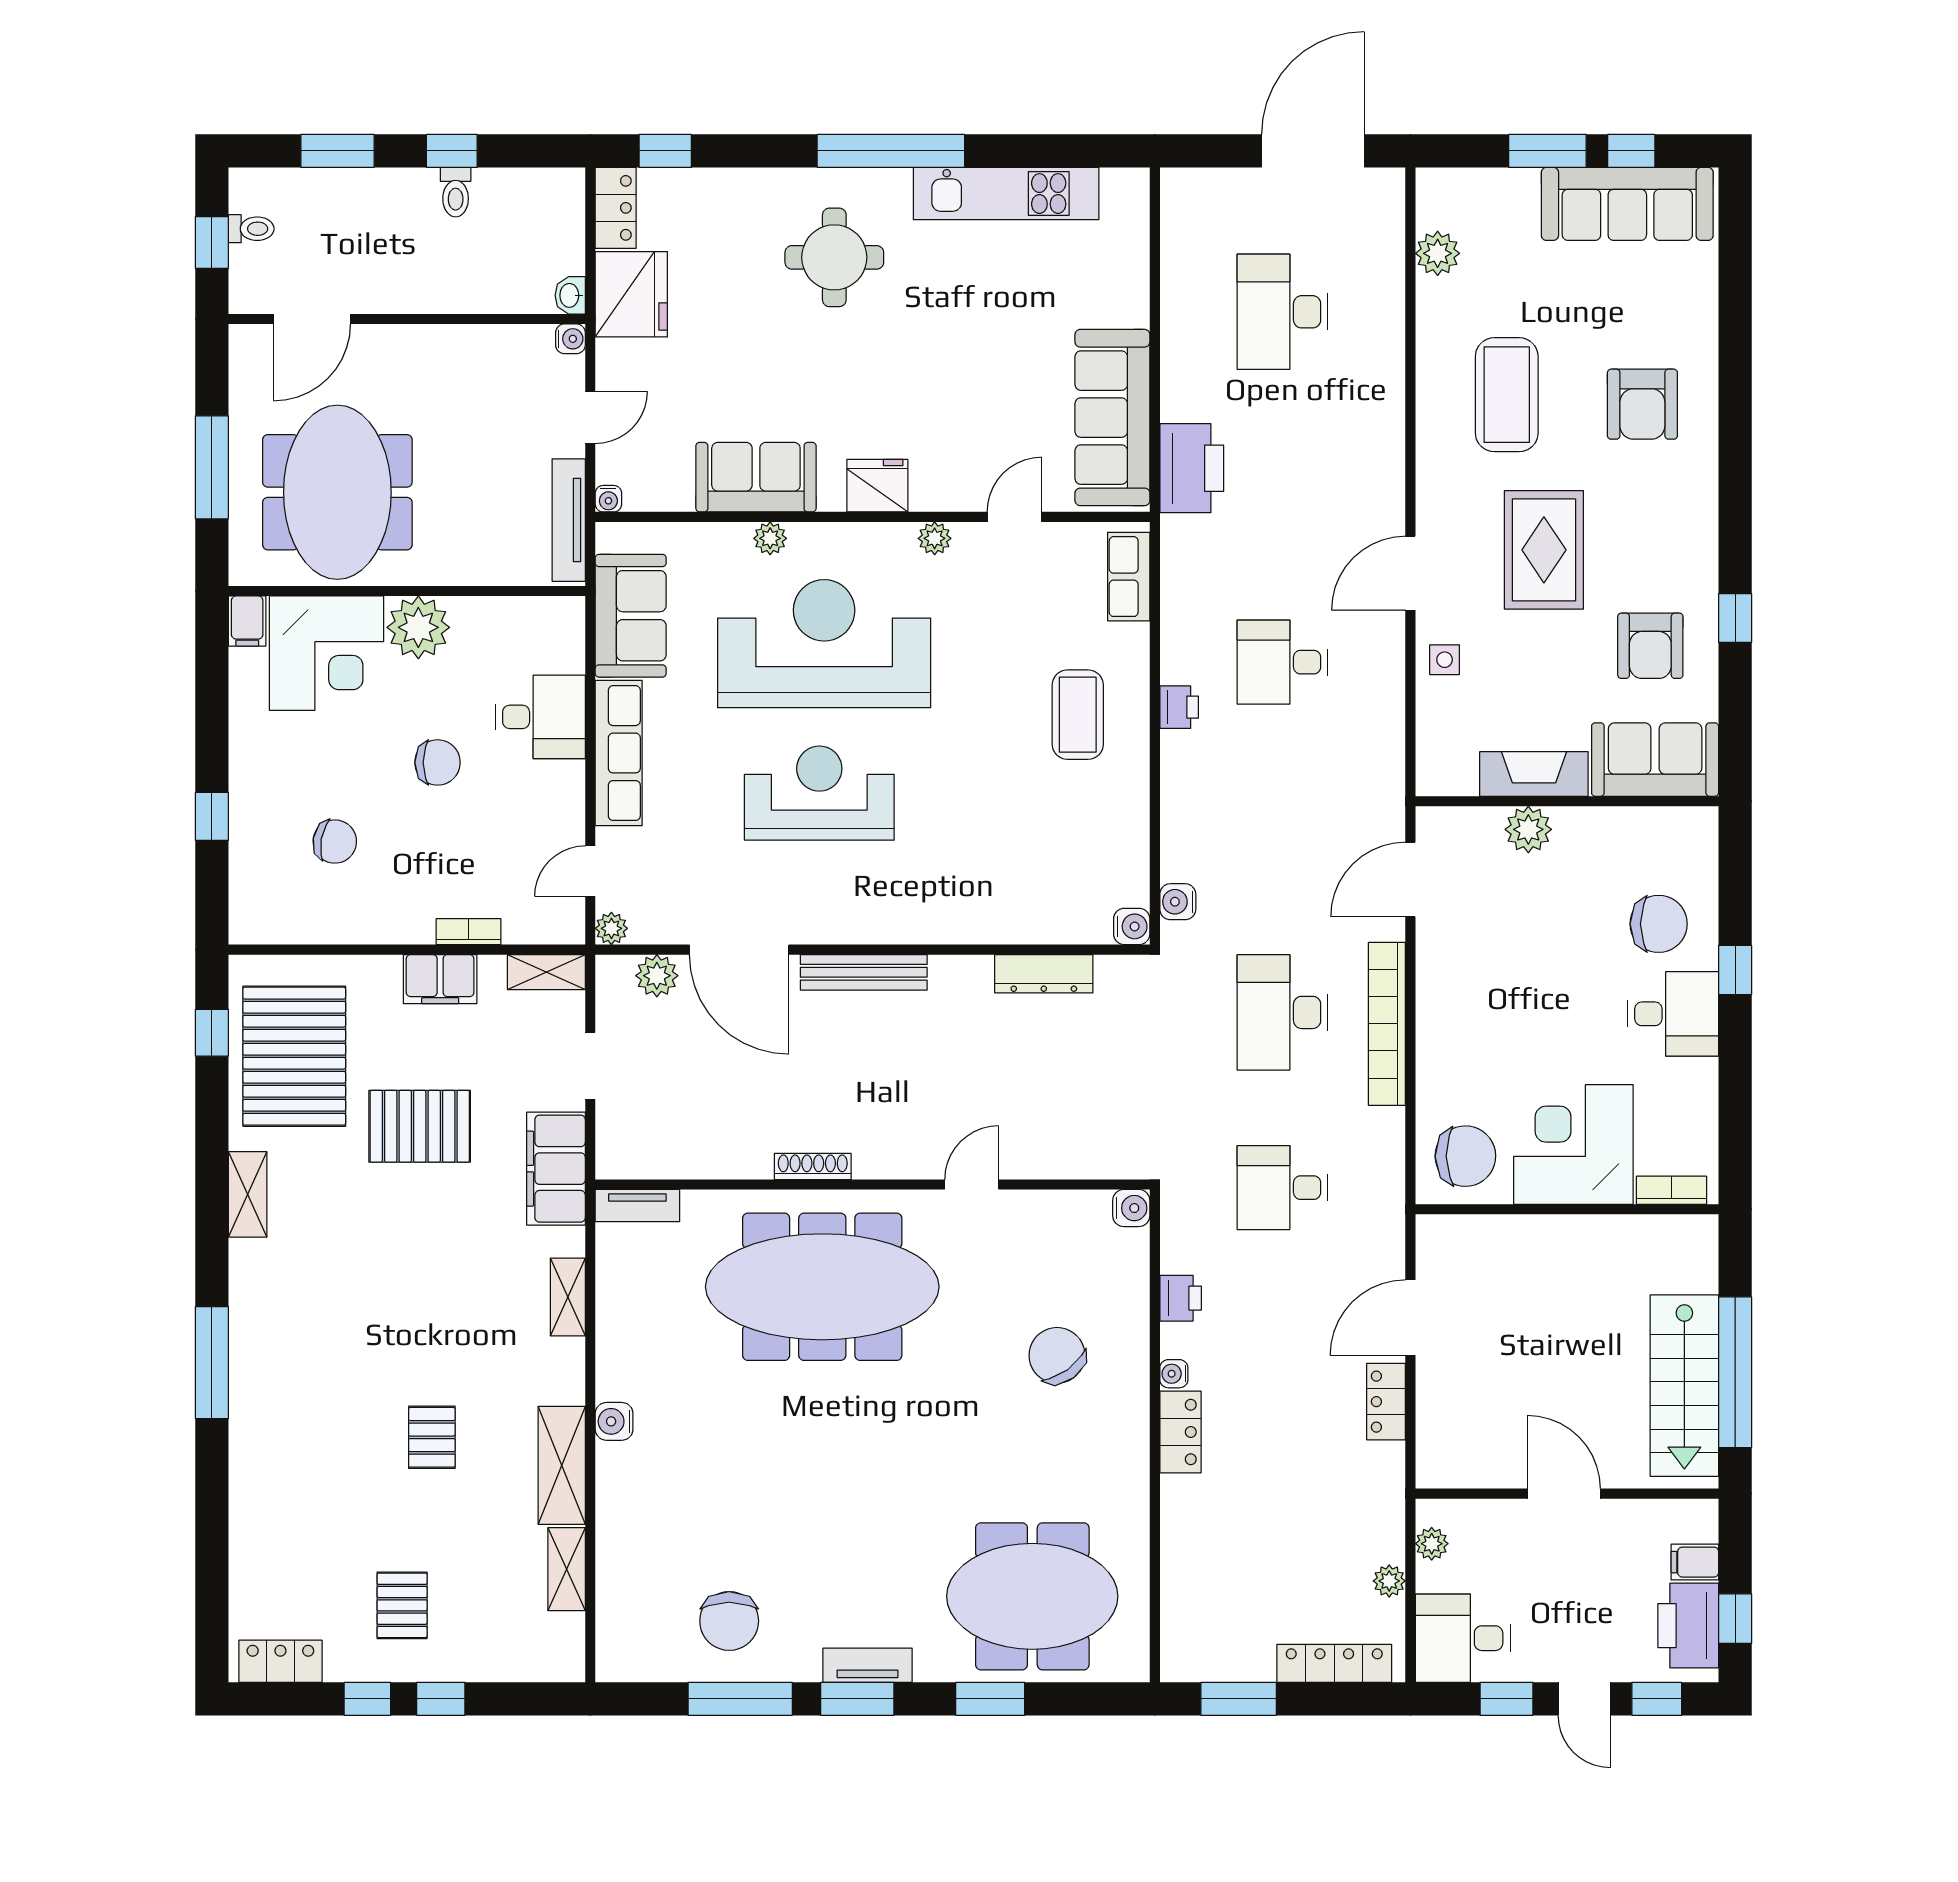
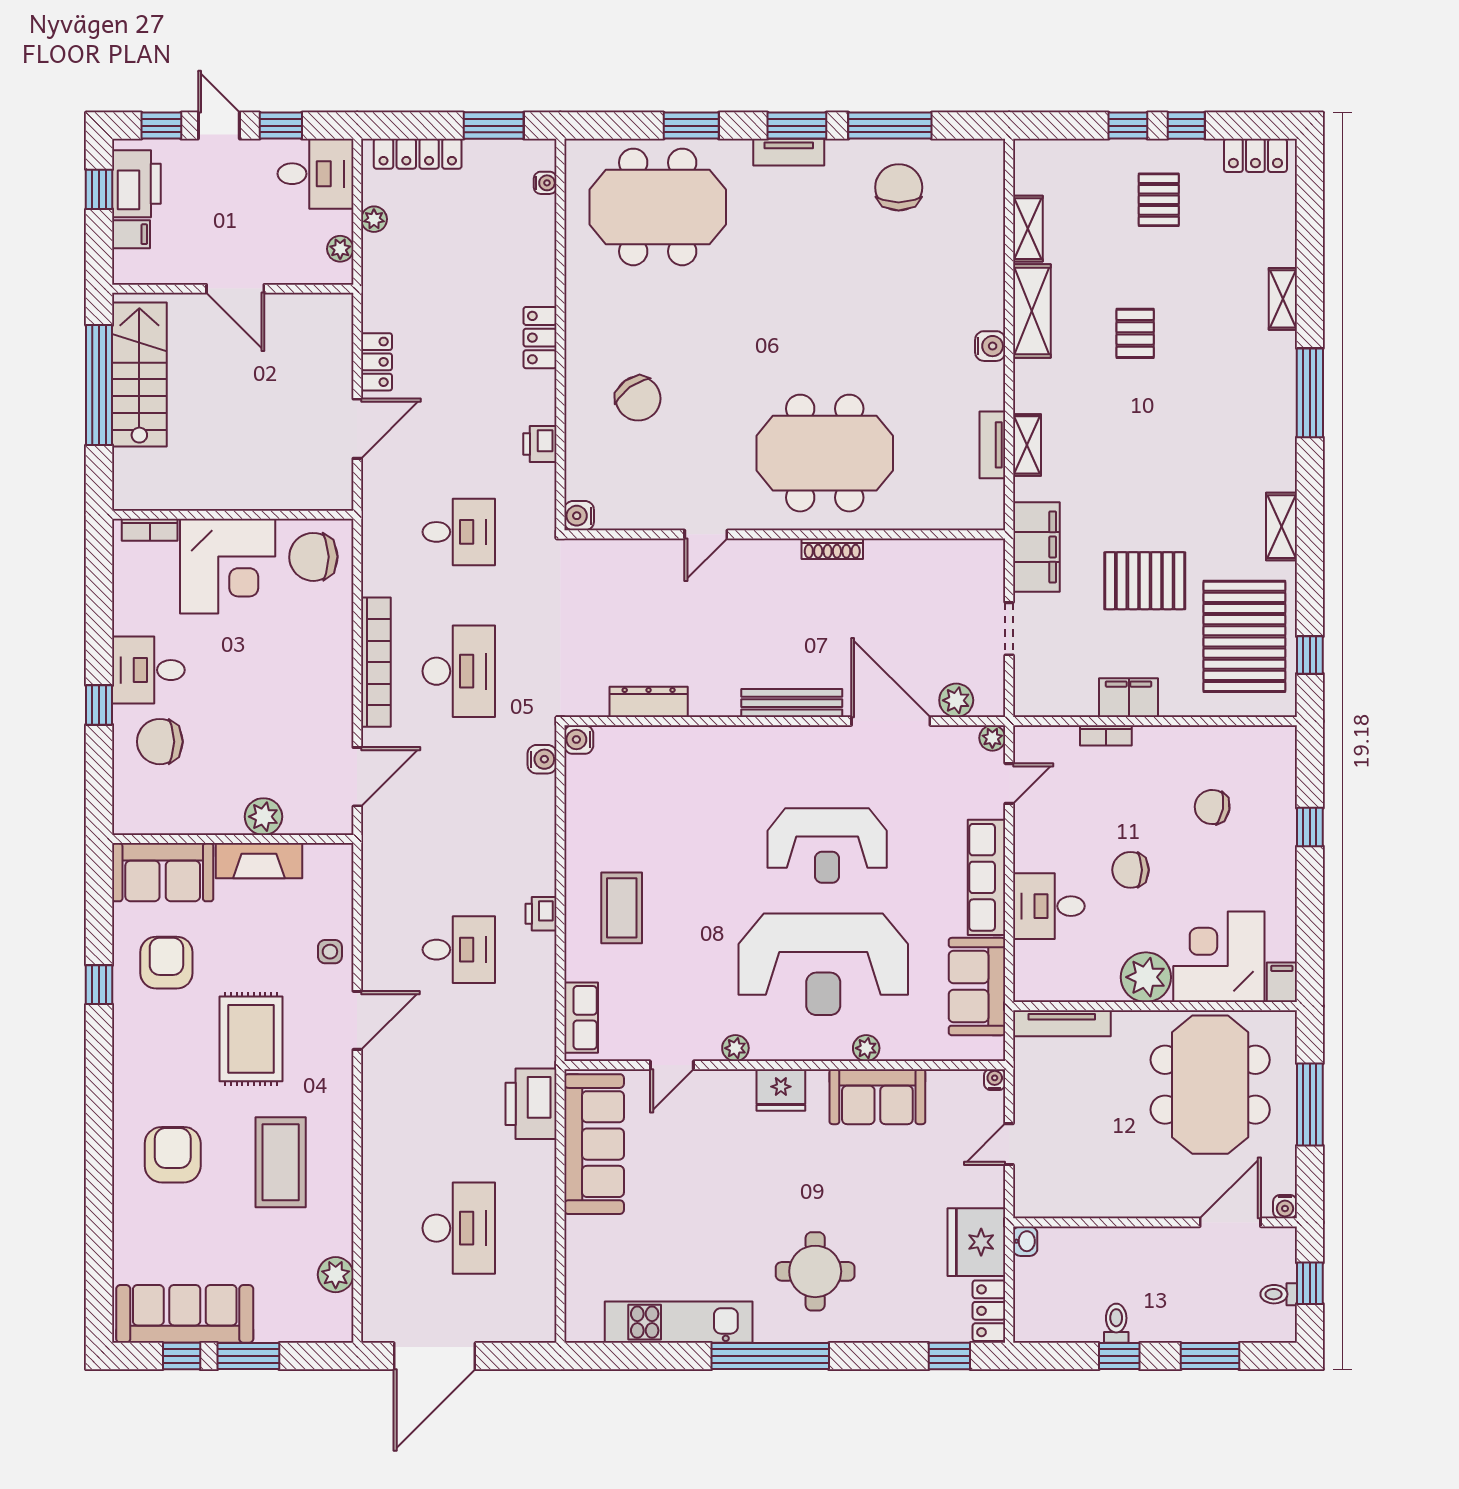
water cooler: (570, 339) -> (1285, 1207), moved, turned -90
tv unit: (569, 520) -> (1062, 1023), moved, turned 90
shelving: (546, 972) -> (1283, 299), moved, turned 90
tv unit: (637, 1206) -> (992, 445), moved, turned -90
meeting table: (822, 1287) -> (825, 453), width x0.73
water cooler: (1174, 1374) -> (545, 183), moved

